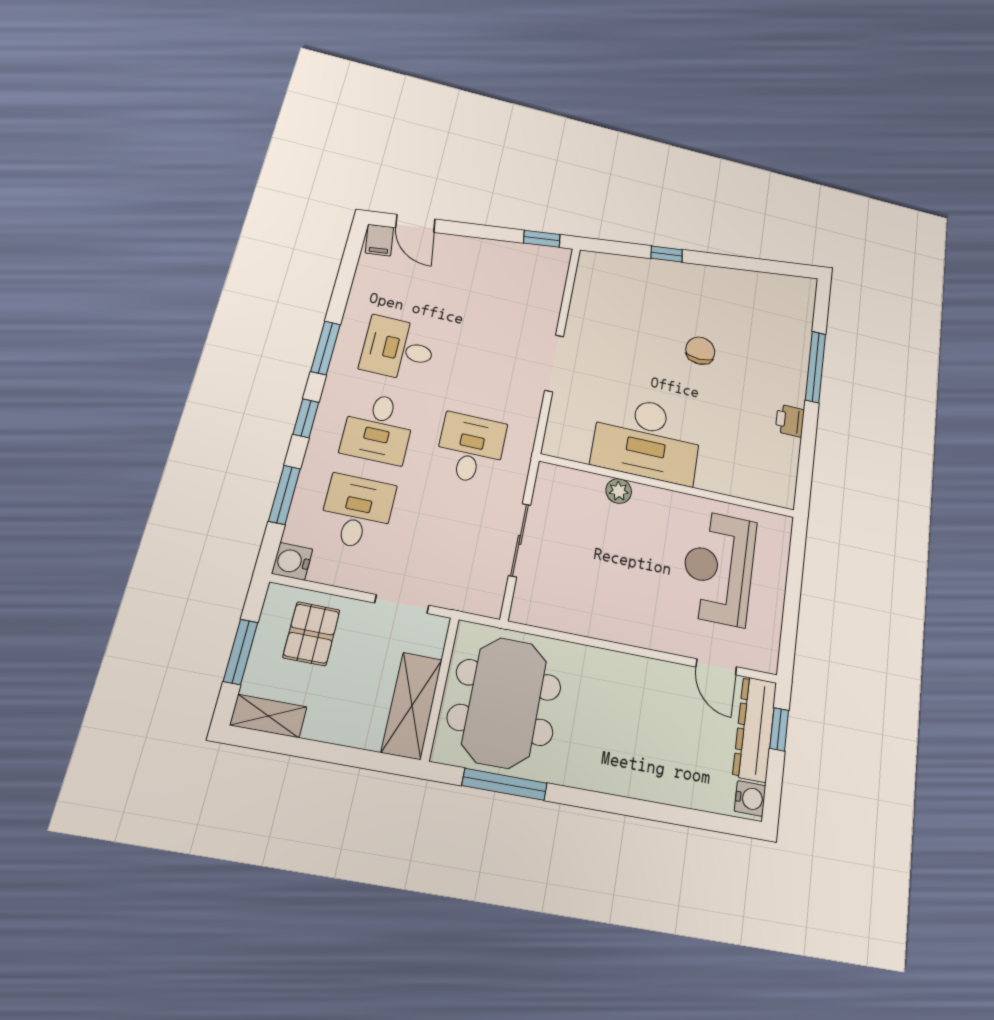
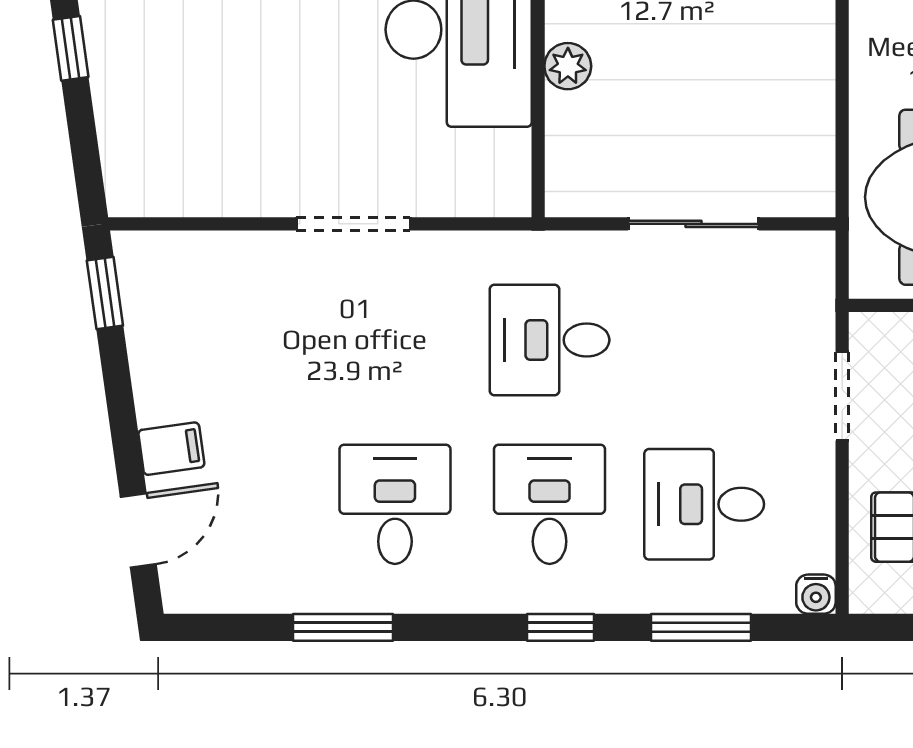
filing cabinet: (379, 240) -> (171, 449), moved
window: (326, 348) -> (343, 627), moved
desk: (398, 349) -> (395, 504), turned 180
desk: (378, 428) -> (550, 504), turned -90
water cooler: (292, 561) -> (816, 594), width x0.72, depth x0.72

